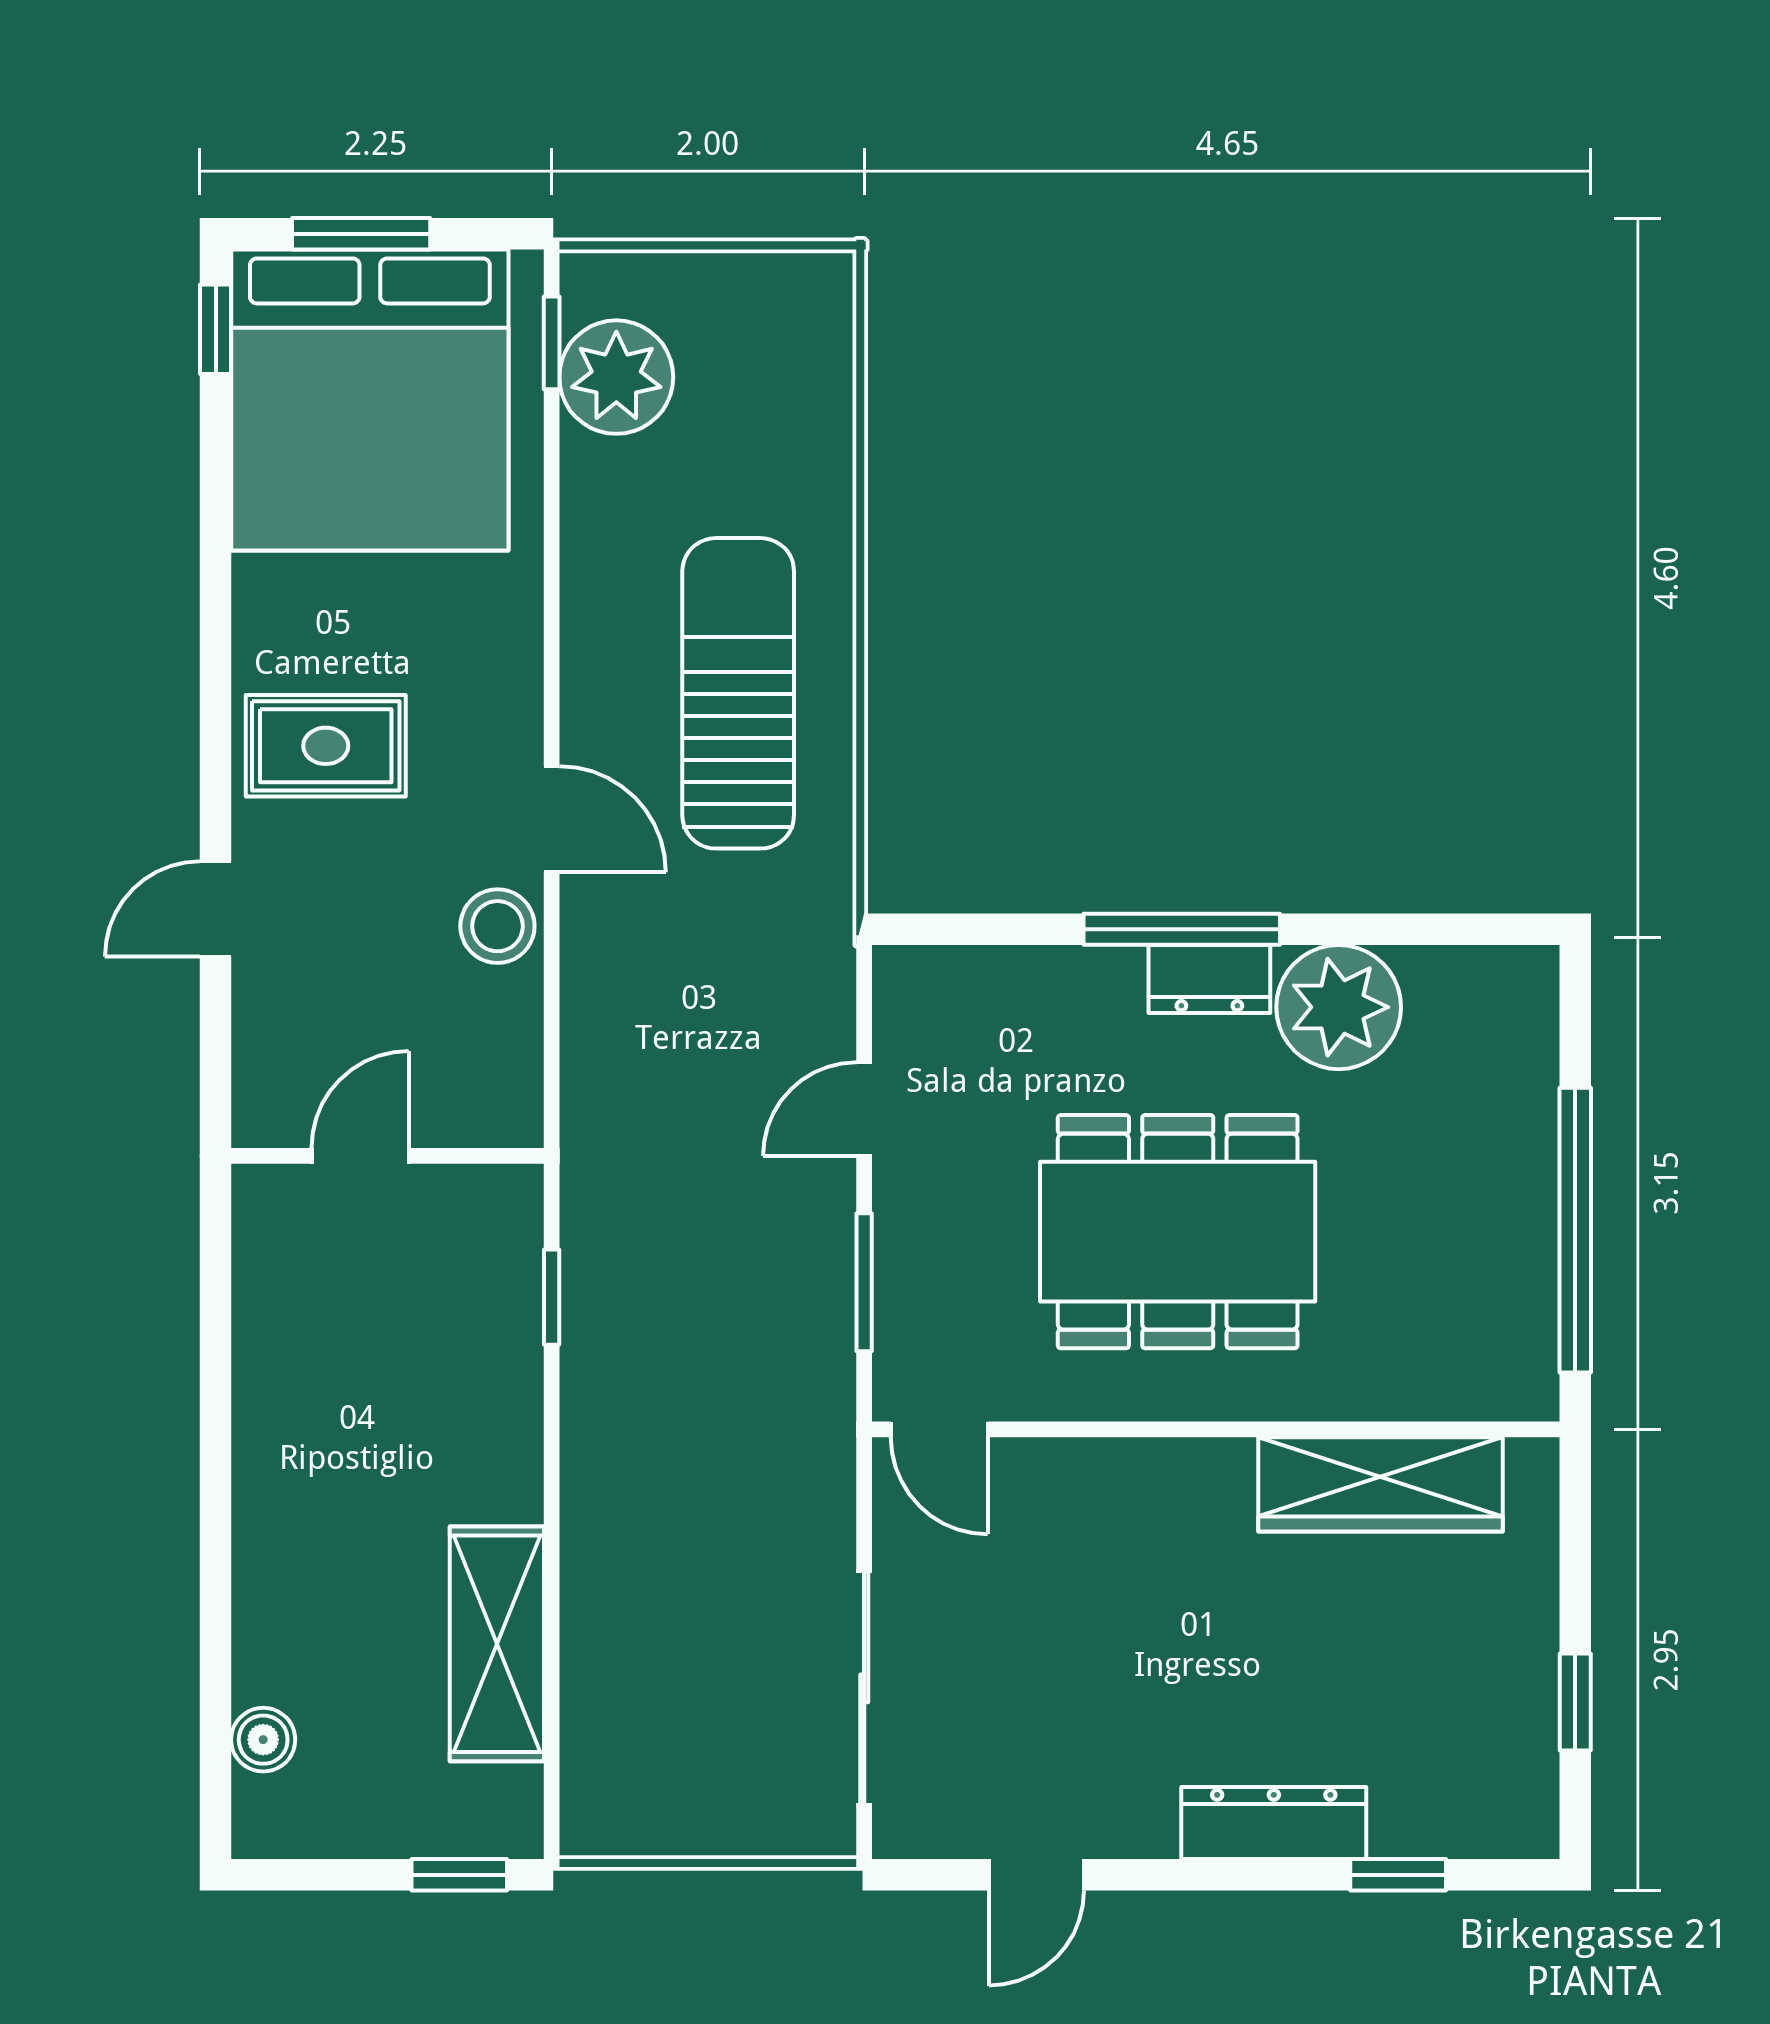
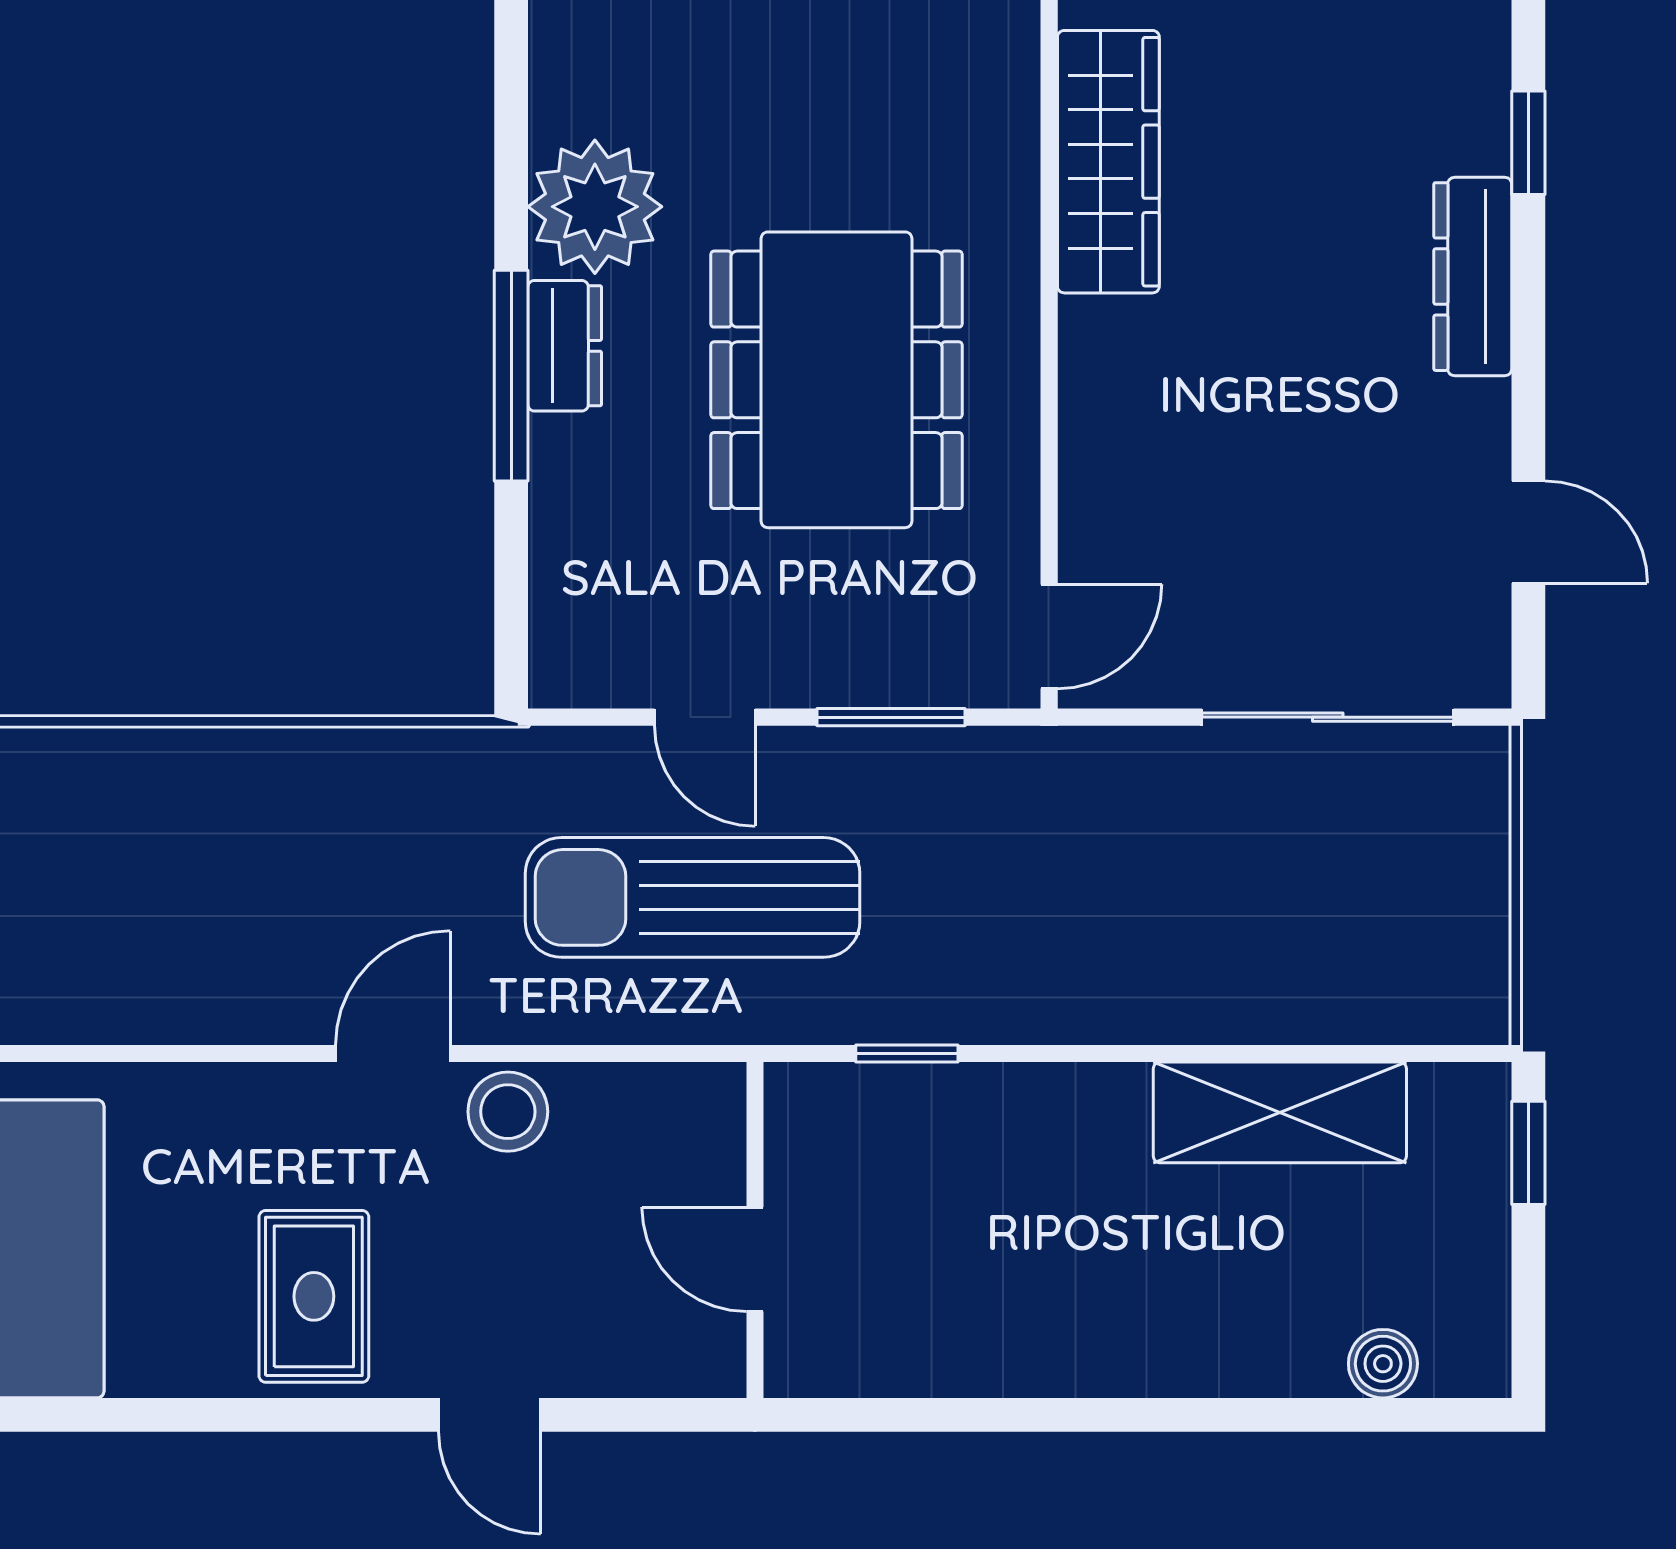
sun lounger: (738, 693) -> (693, 897), moved

